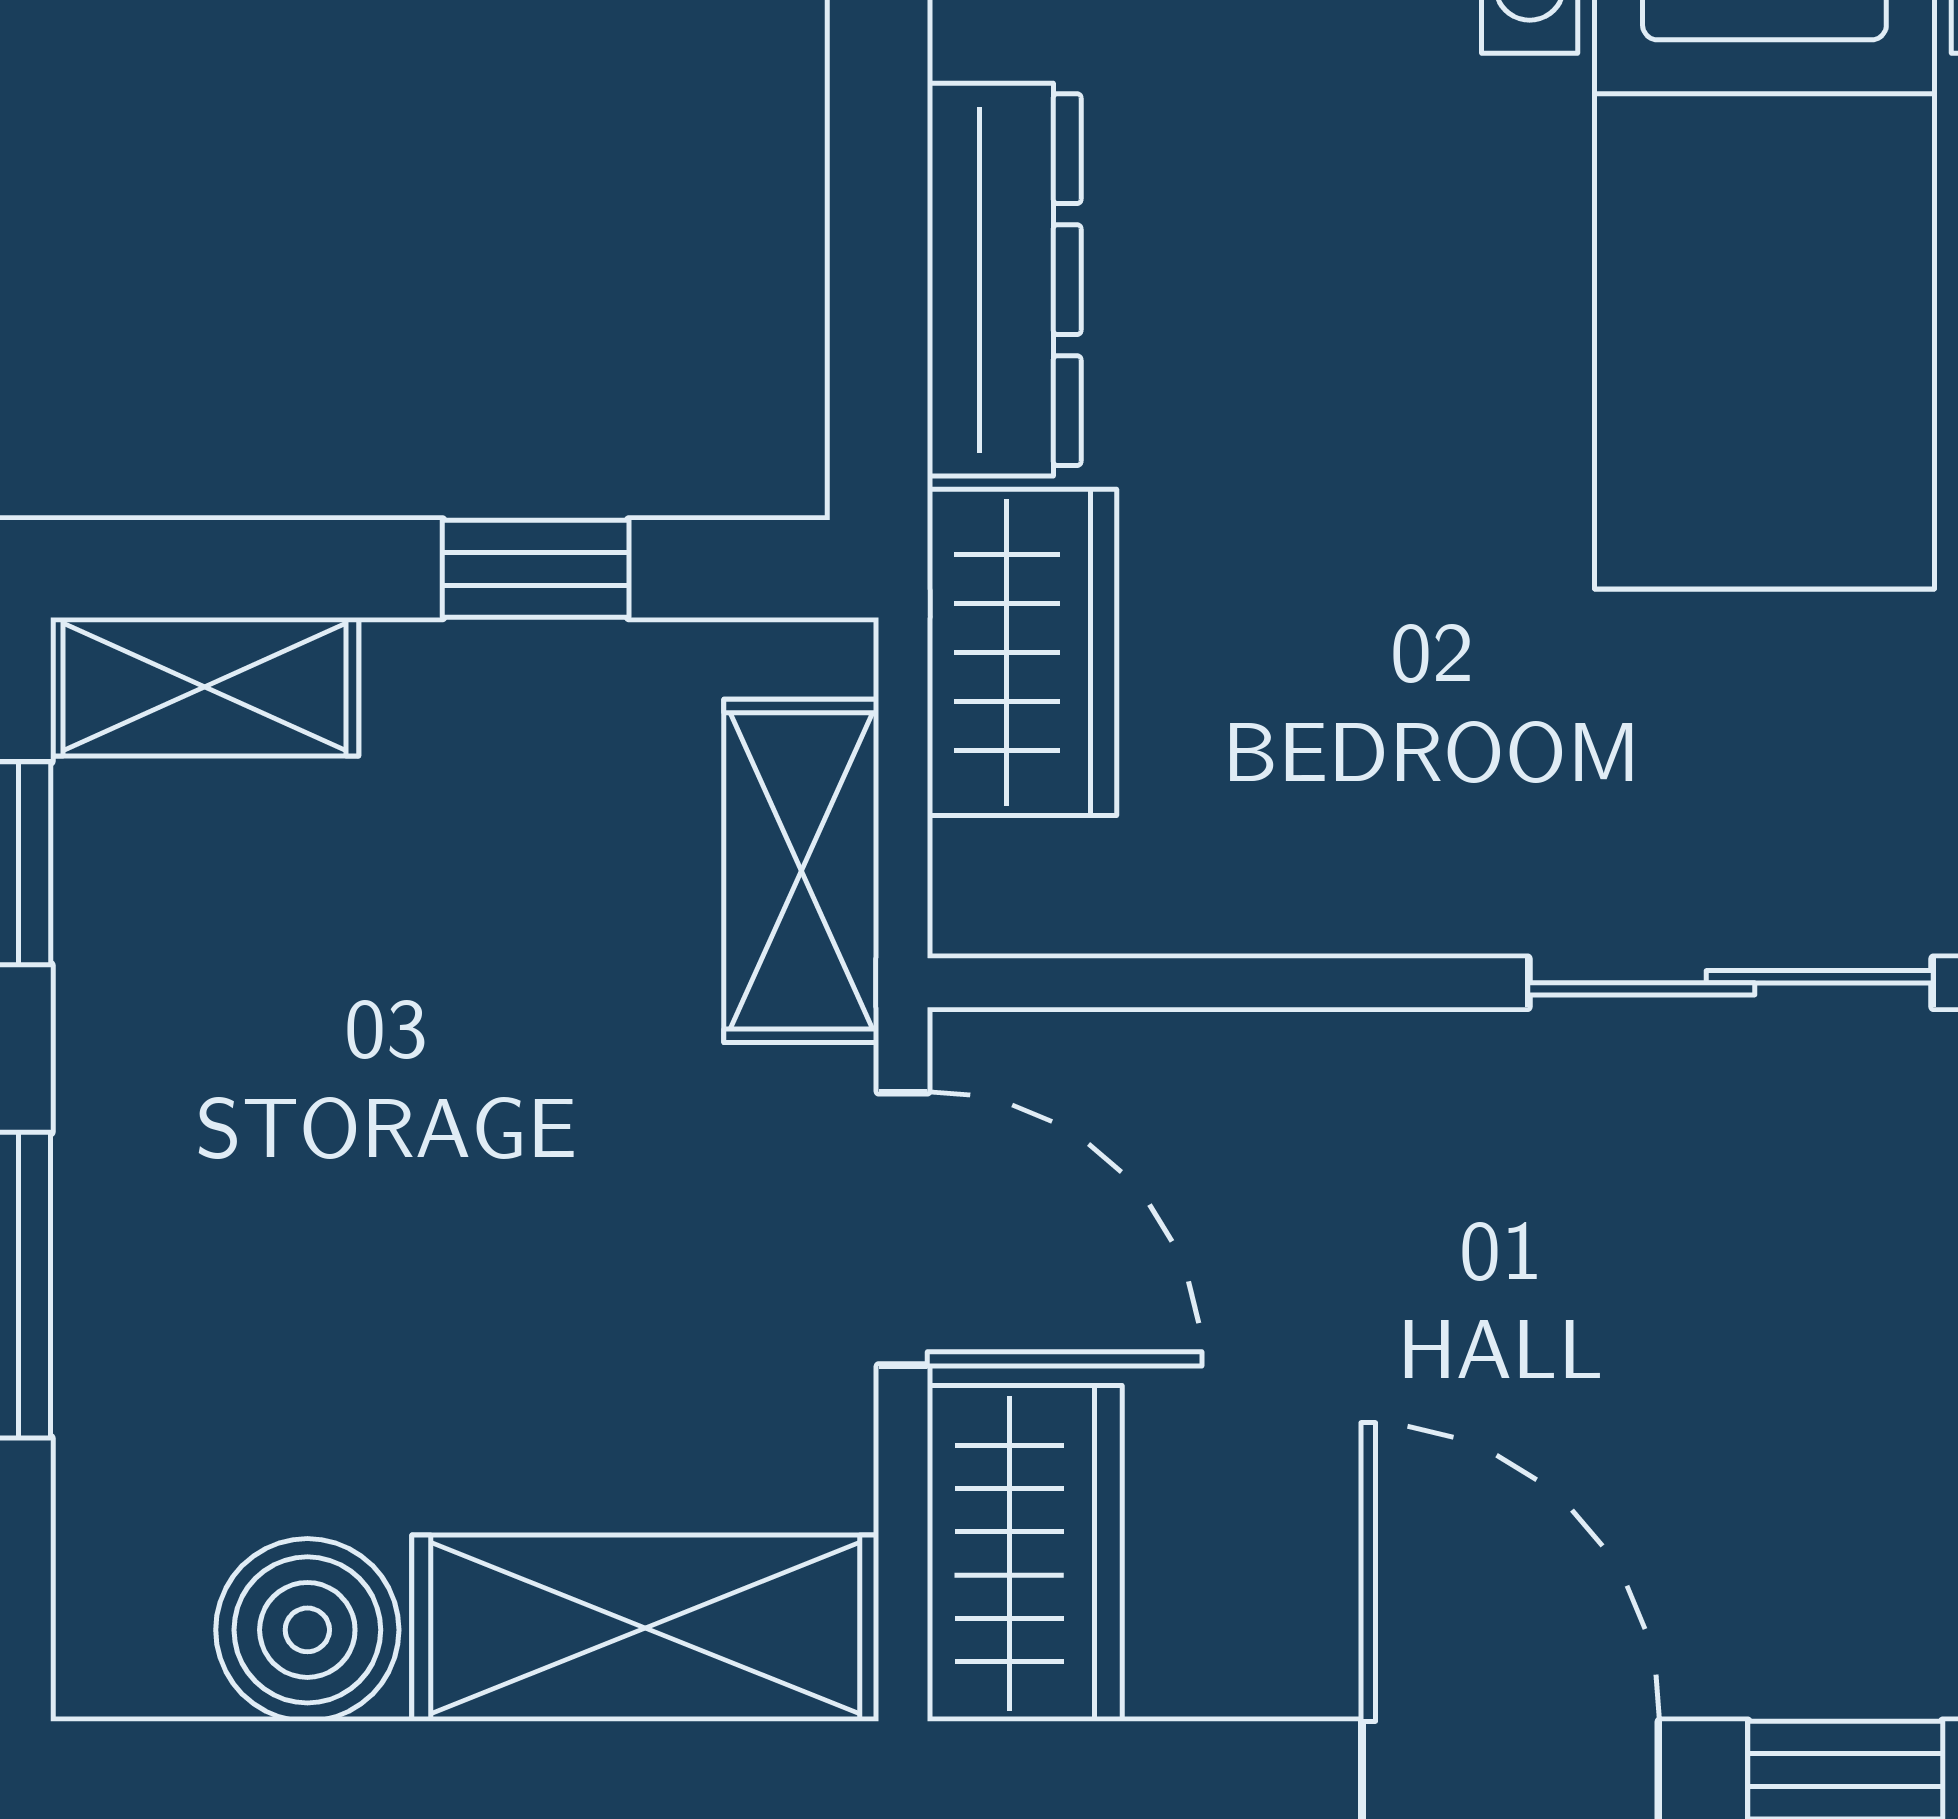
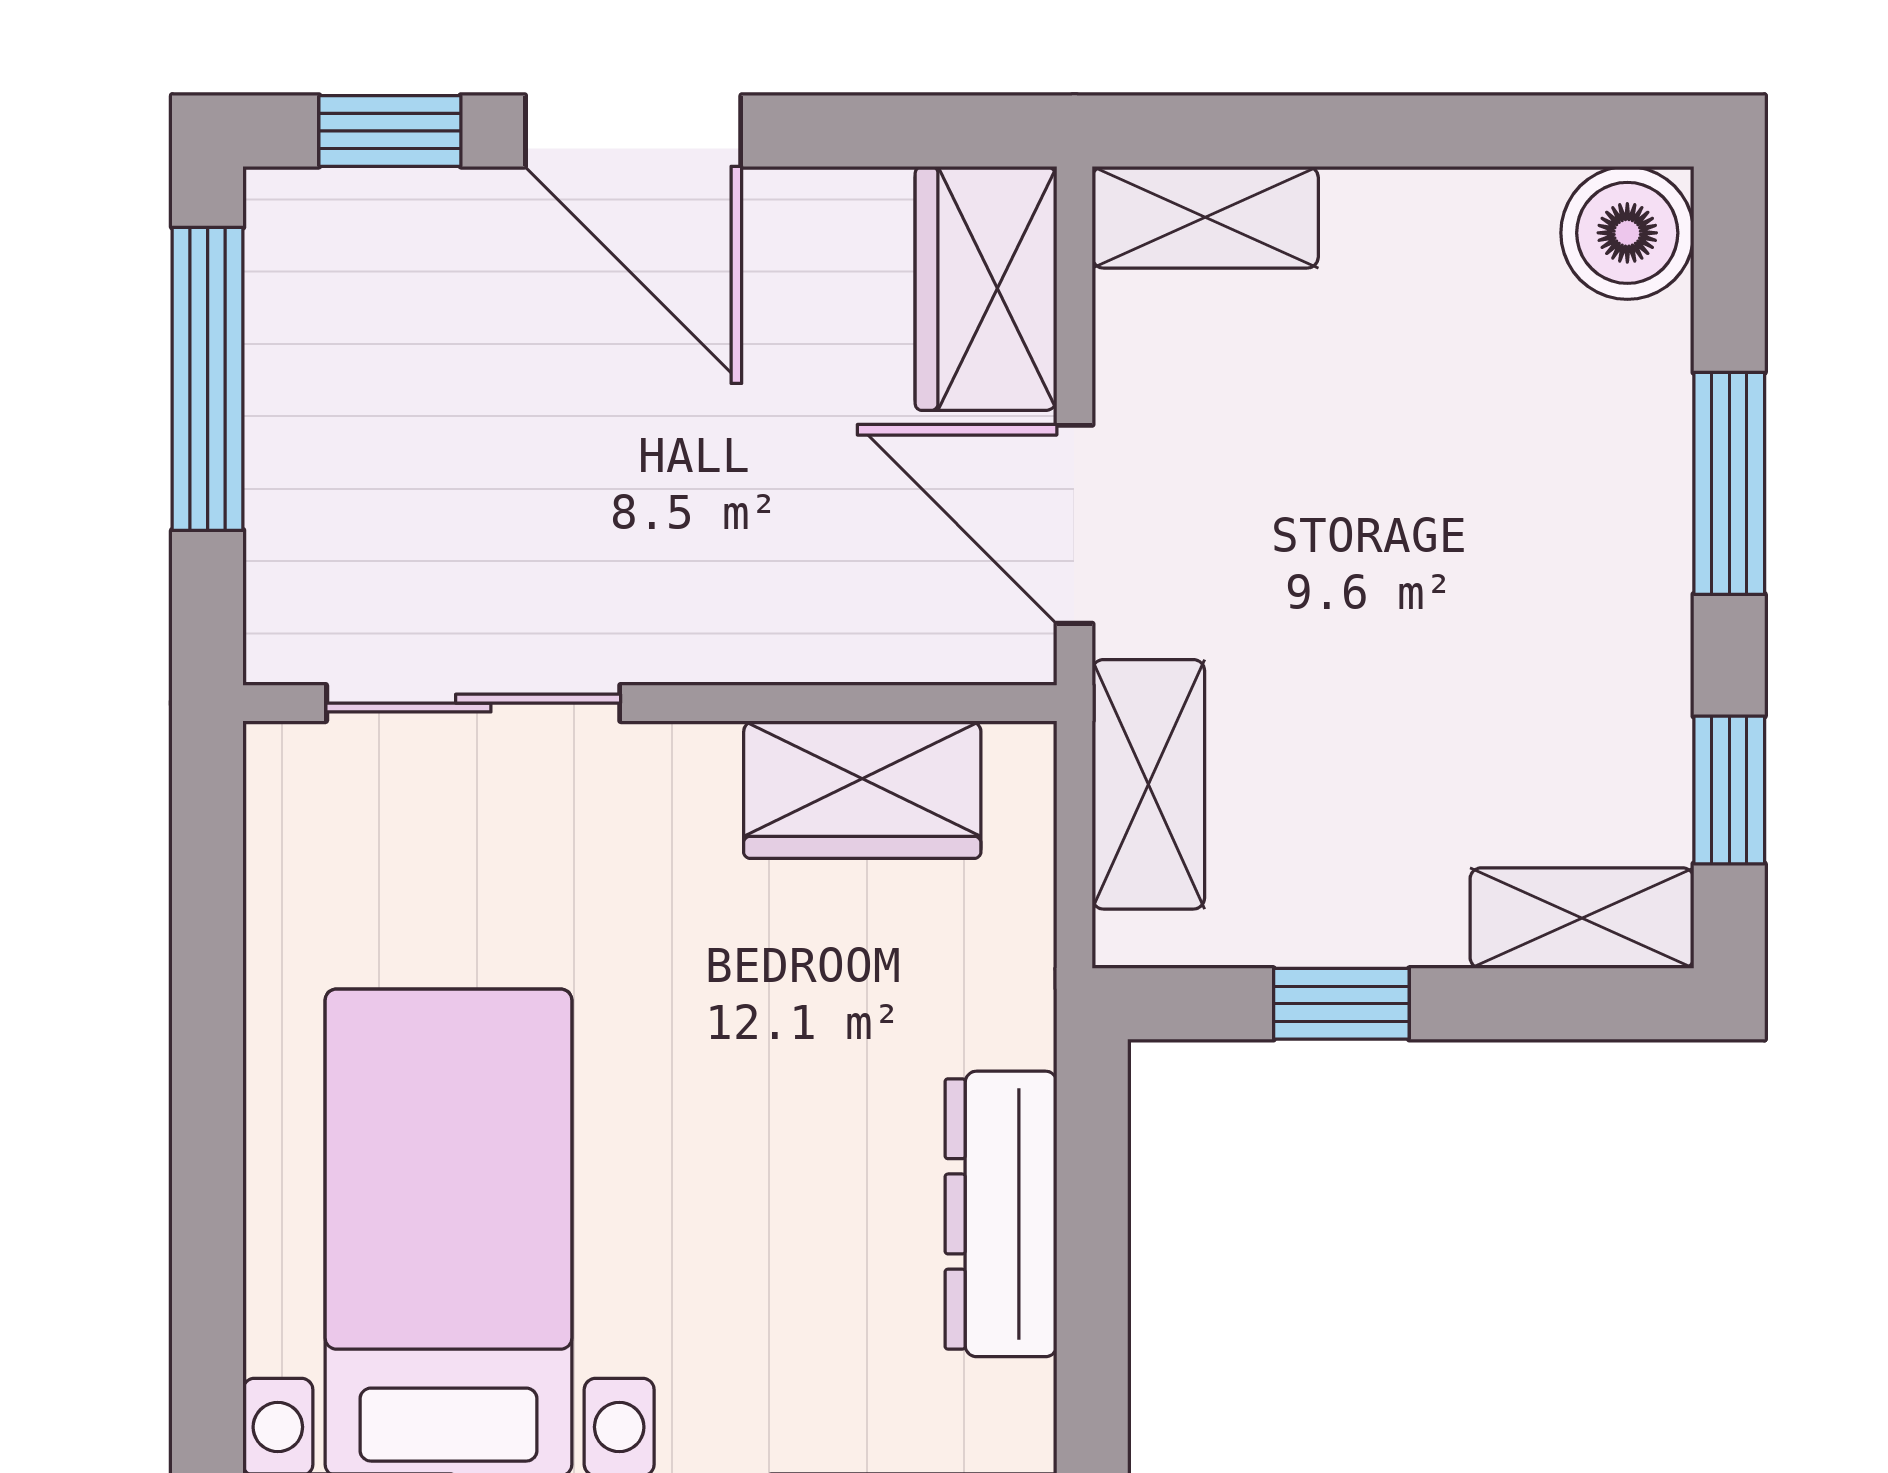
wardrobe: (1022, 652) -> (862, 790), moved, turned -90
shelving: (645, 1628) -> (1205, 217), width x0.67, depth x0.75
boiler: (307, 1630) -> (1627, 233), moved

